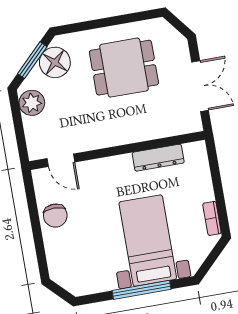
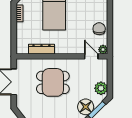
dining table: (124, 68) -> (53, 82), moved
plant: (41, 177) -> (103, 50), added

